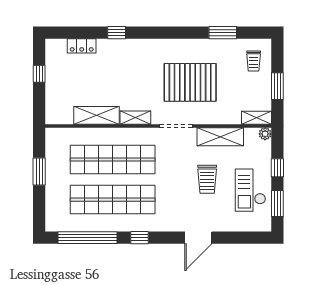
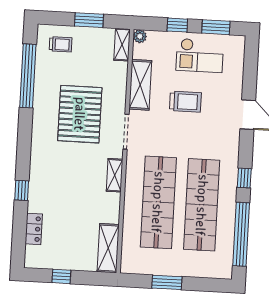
window: (223, 33) -> (28, 76), width x2.11
shelving: (96, 115) -> (108, 248), moved

